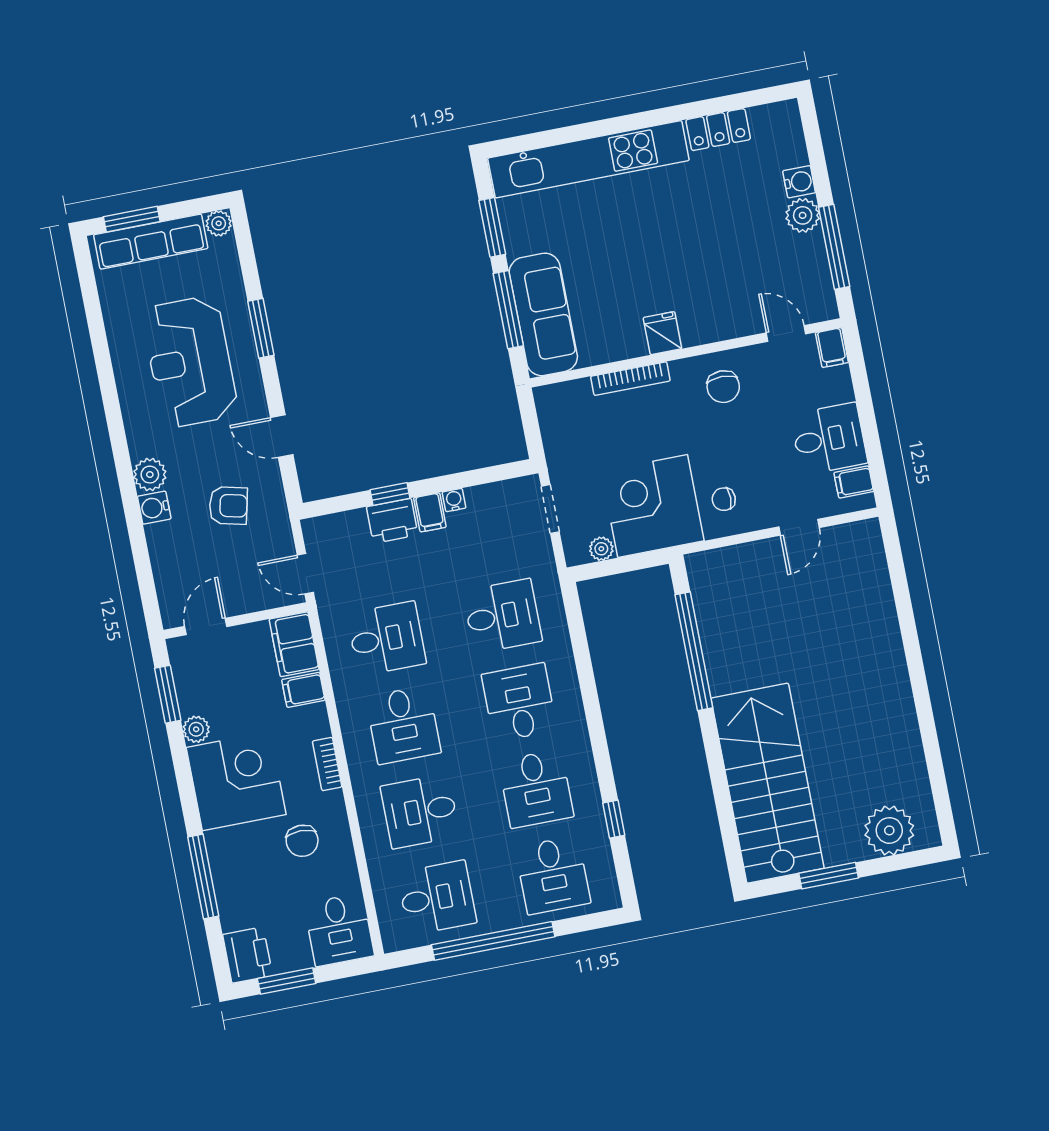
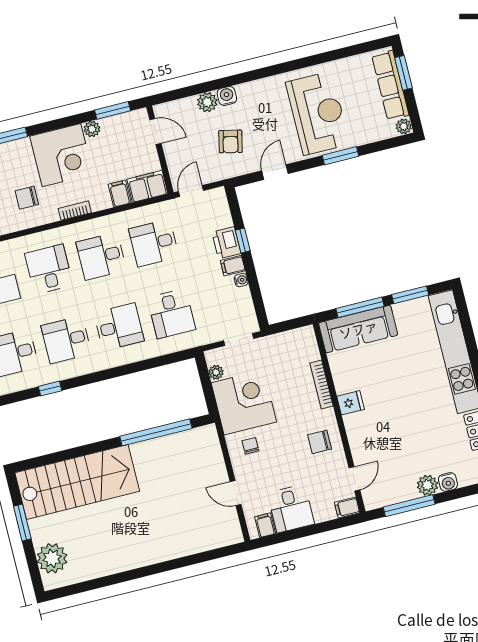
reception desk: (190, 362) -> (318, 113), turned 90
plant: (150, 475) -> (207, 102), moved
desk: (387, 639) -> (154, 243), turned 90

